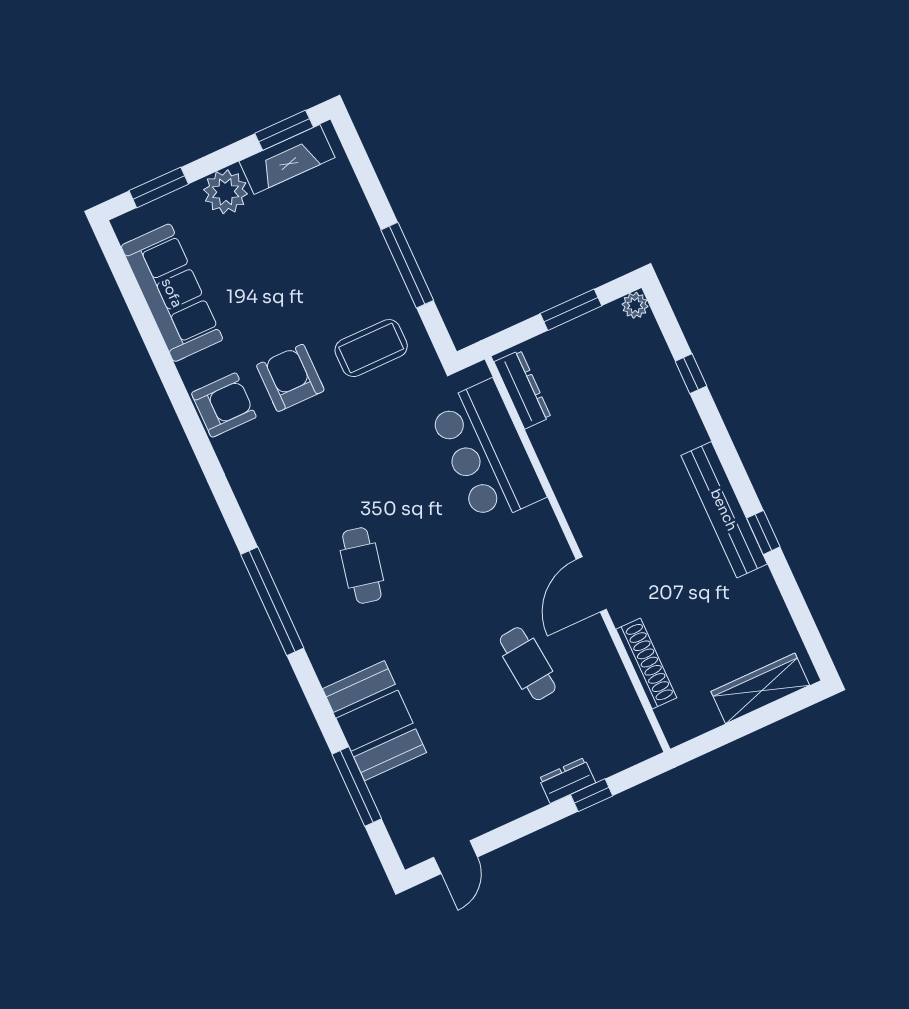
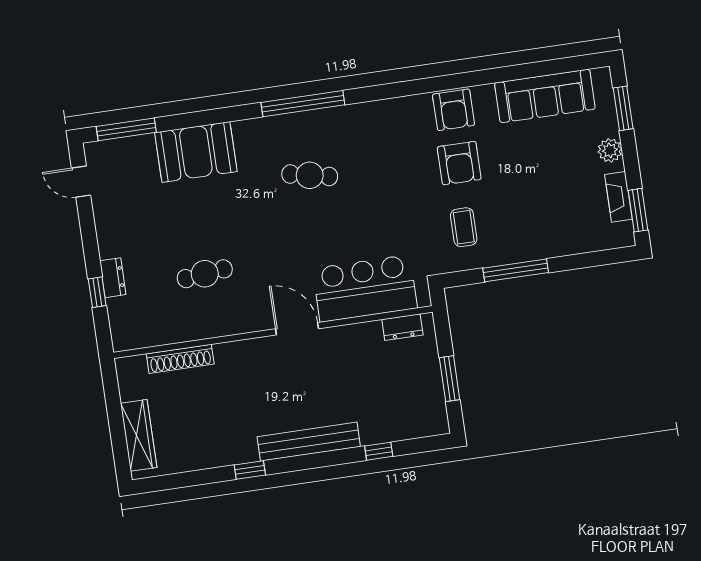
fireplace: (287, 159) -> (618, 197), width x0.73, depth x0.76
plant: (226, 192) -> (610, 150), width x0.73, depth x0.73
plant: (635, 305) -> (439, 425), removed
coffee table: (371, 348) -> (464, 227), width x0.73, depth x0.77
armchair: (290, 378) -> (459, 163), turned 90
dresser: (523, 390) -> (402, 327), width x0.70
bench: (724, 510) -> (309, 442), moved
door: (591, 584) -> (297, 329), moved
window: (357, 787) -> (126, 129), moved

